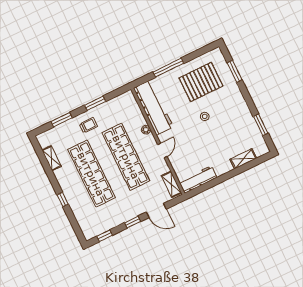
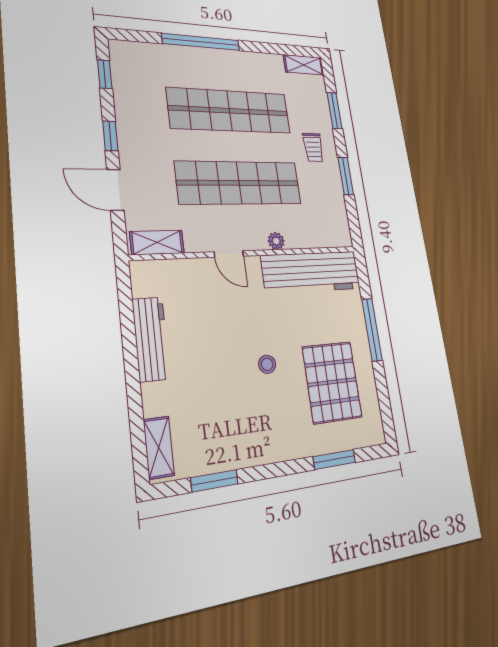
shelving: (52, 158) -> (304, 65), moved
shelving: (243, 159) -> (159, 448), moved
workbench: (198, 179) -> (151, 339), moved
window: (63, 200) -> (201, 42), width x3.17
door: (156, 211) -> (115, 190), hinge flipped

